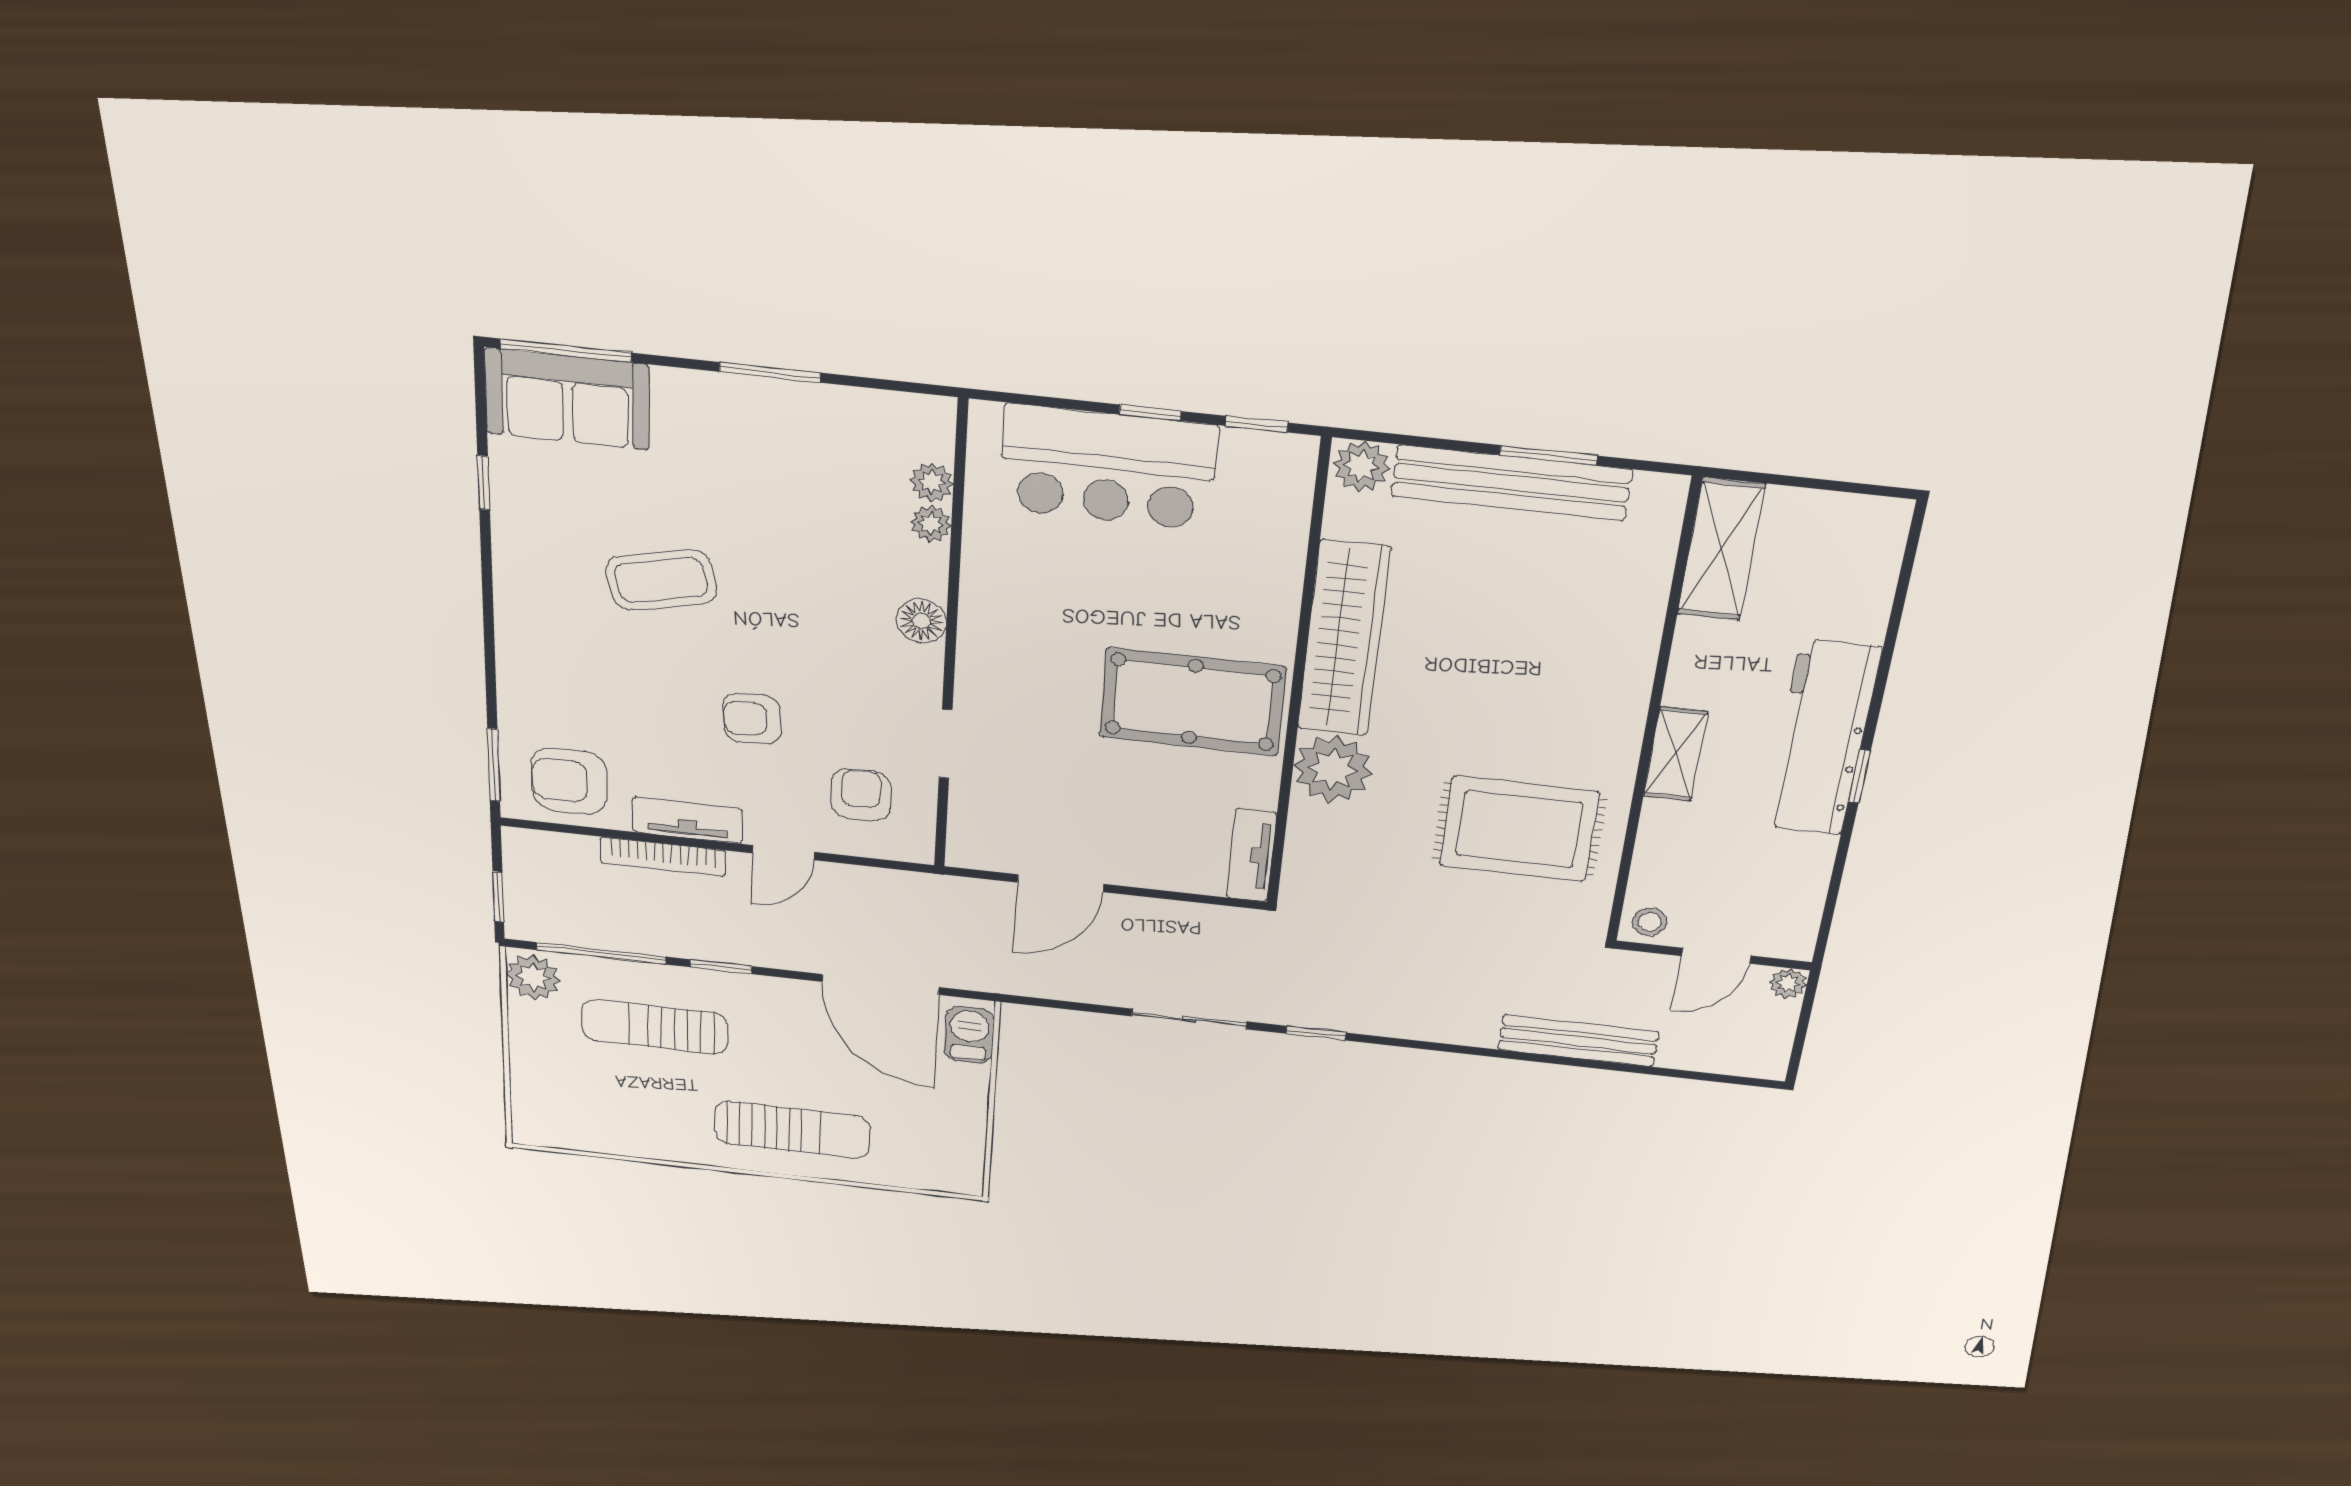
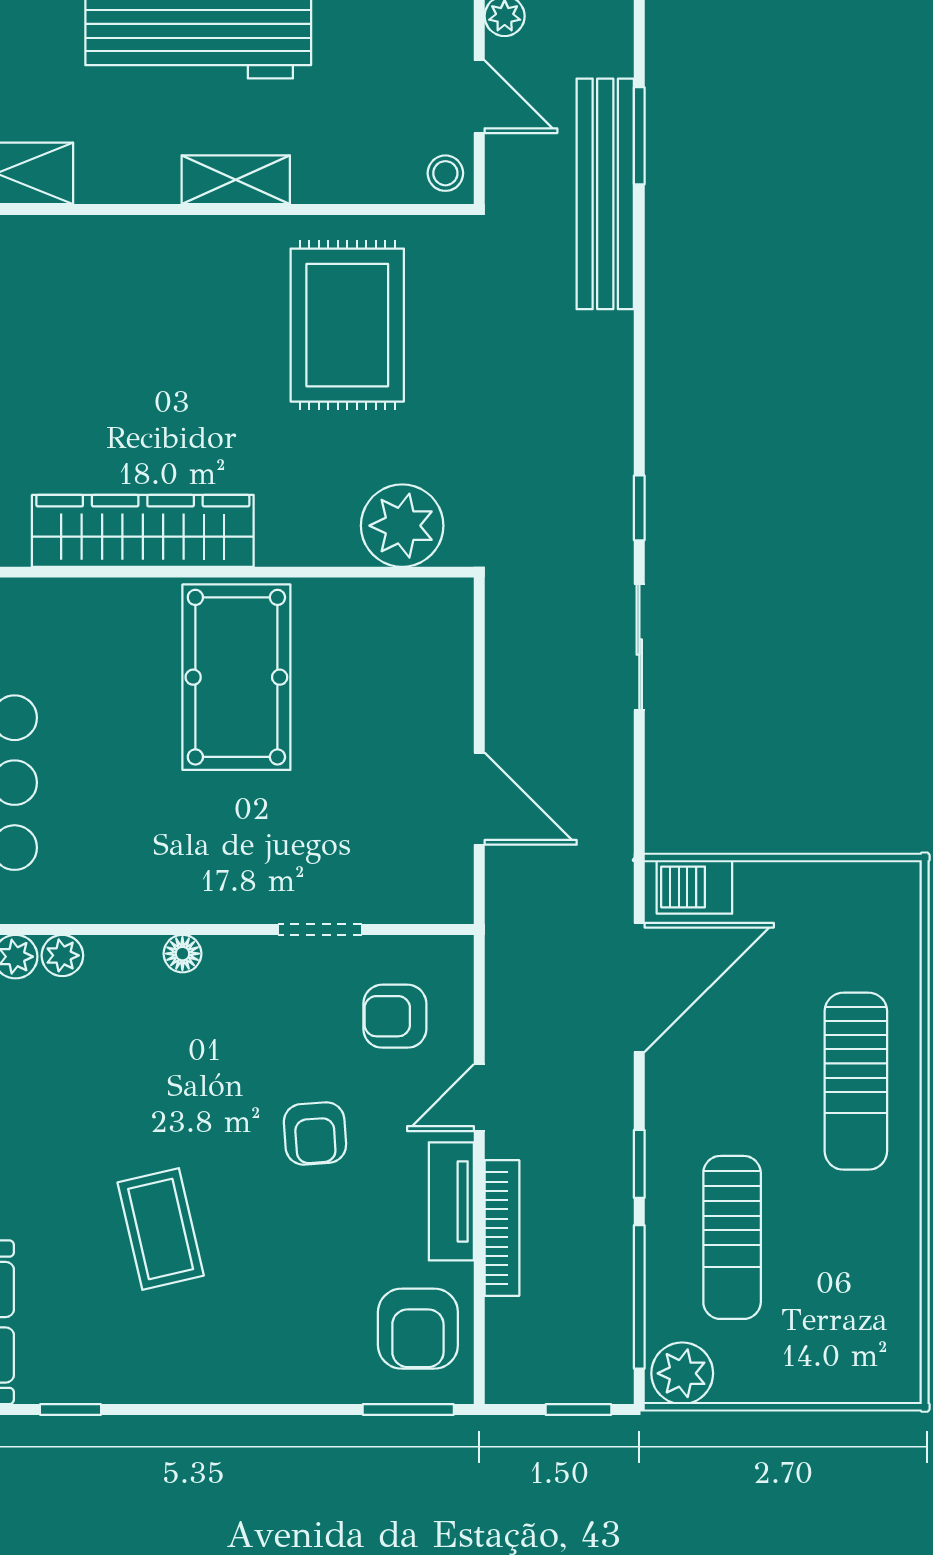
floor lamp: (921, 621) -> (182, 954), width x0.73, depth x0.73
plant: (1333, 769) -> (402, 526), moved
door: (783, 853) -> (479, 1098), swing flipped
tv unit: (1252, 855) -> (417, 599), removed
bench: (1578, 1041) -> (605, 194), width x1.37, depth x1.21
window: (1656, 1071) -> (639, 136), added
sun lounger: (792, 1130) -> (856, 1081), turned 180

